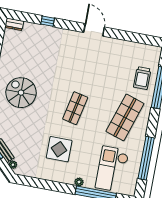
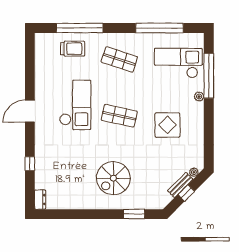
checkout: (92, 71) -> (75, 105), added
shop shelf: (125, 117) -> (119, 59), width x0.70, depth x0.74
checkout: (112, 169) -> (178, 63), turned 180

